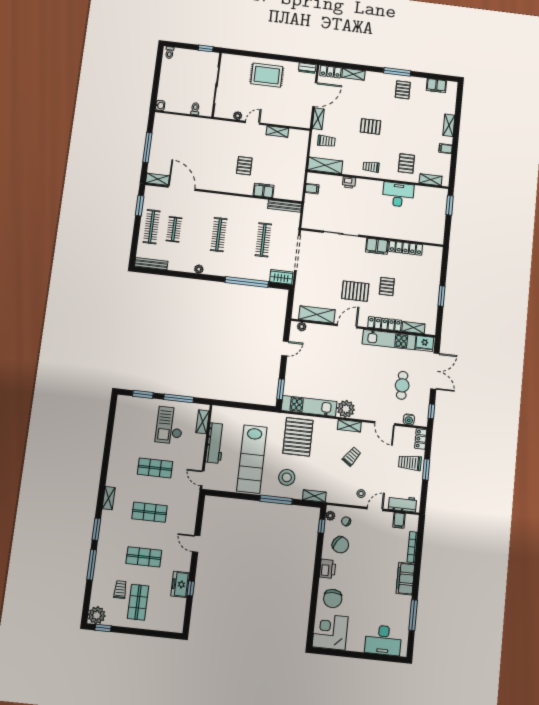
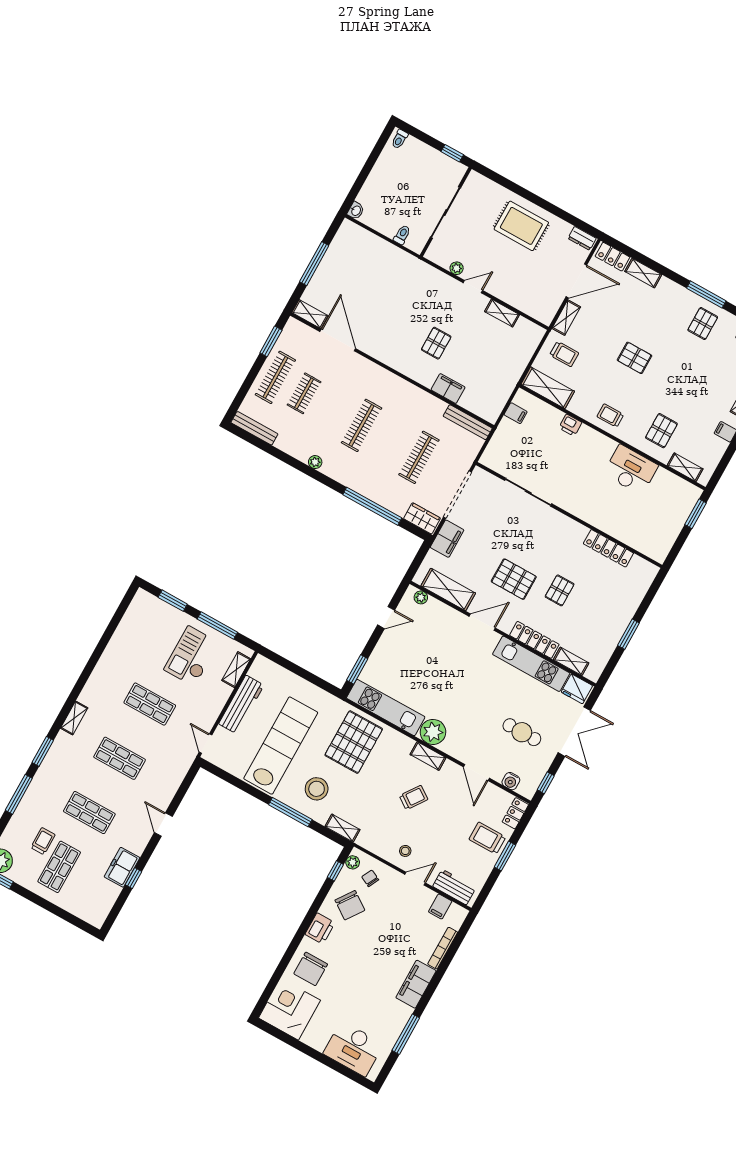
filing cabinet: (377, 246) -> (447, 539), moved, turned -90
cafe table: (402, 385) -> (522, 732), turned 90
lab bench: (252, 459) -> (281, 746), turned 180

